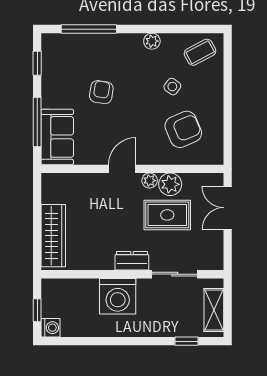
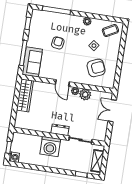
door: (122, 169) -> (62, 83), swing flipped
rug: (167, 215) -> (81, 110), removed
wardrobe: (53, 236) -> (25, 95), moved

